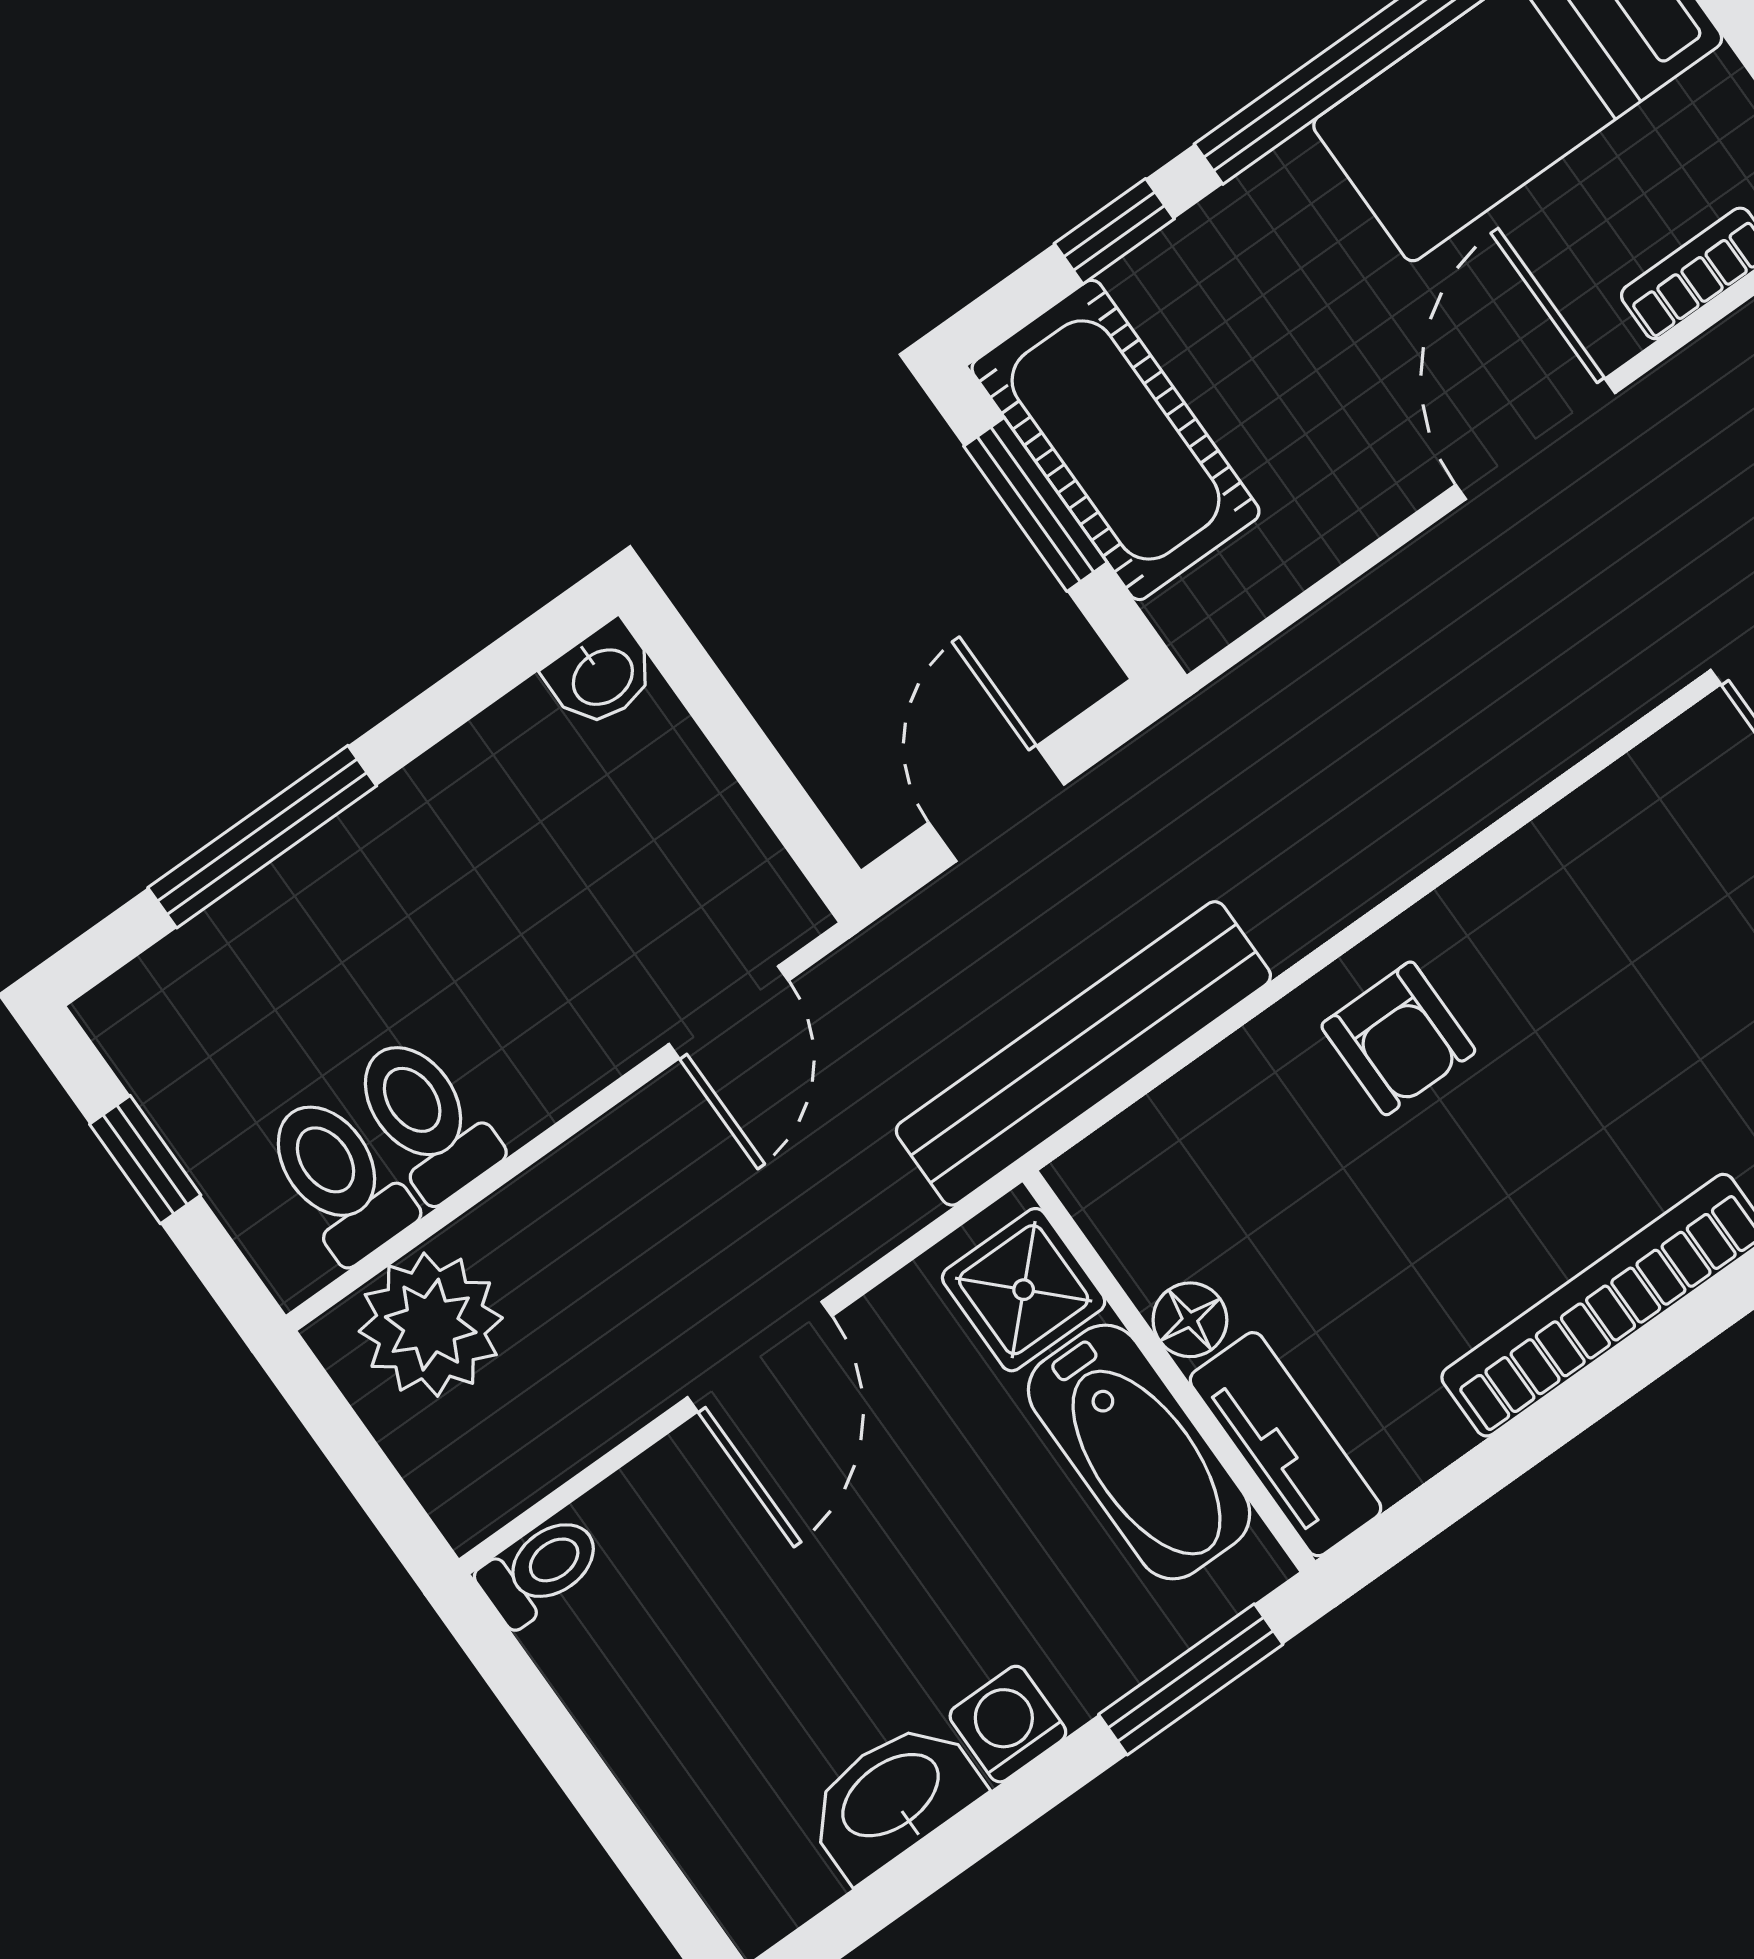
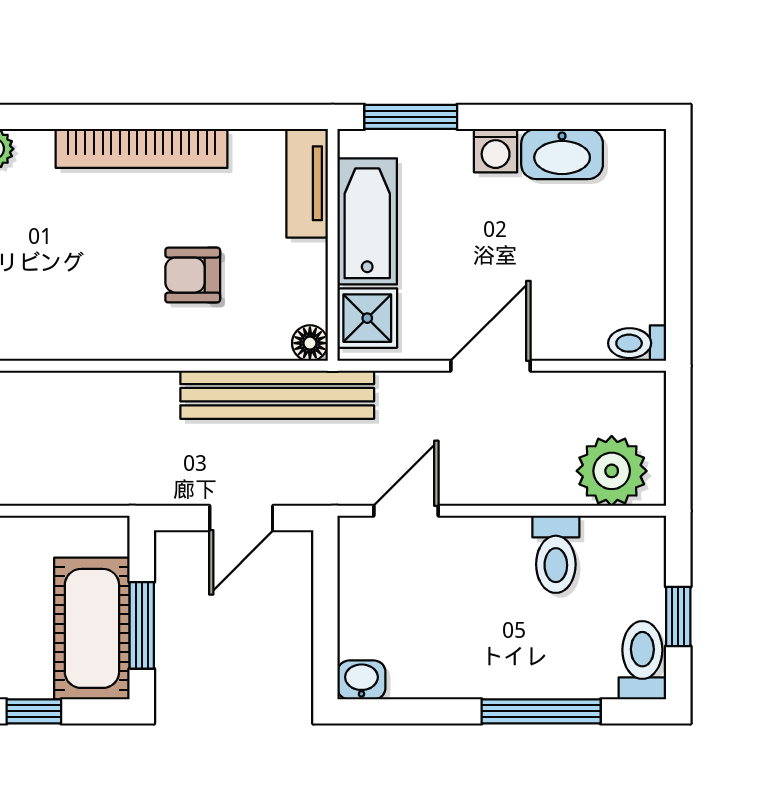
armchair: (1398, 1038) -> (193, 275), moved, turned -90
toilet: (339, 1178) -> (642, 660), moved, turned 180
floor lamp: (1190, 1320) -> (310, 343), moved

